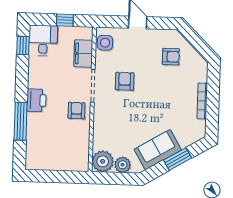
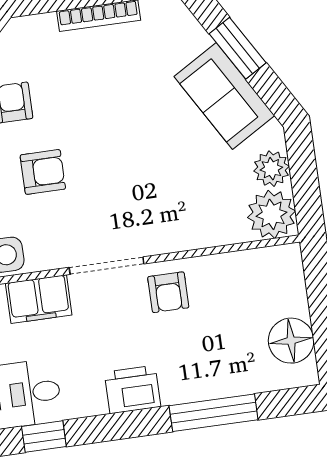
armchair: (125, 81) -> (43, 172), moved, turned 180
printer: (36, 100) -> (133, 389), moved
armchair: (76, 111) -> (168, 292), turned -90
floor lamp: (46, 160) -> (291, 341), added

